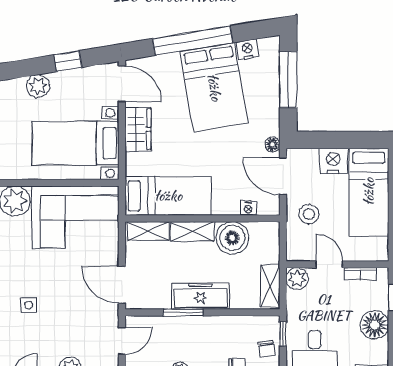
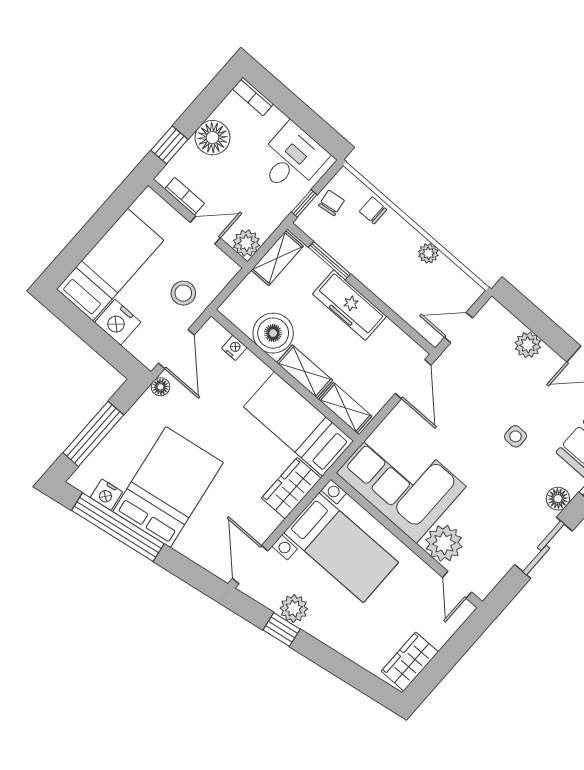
window: (193, 41) -> (118, 527), moved
plant: (38, 86) -> (294, 609), moved
wardrobe: (138, 129) -> (291, 488), moved
door: (329, 264) -> (205, 230), swing flipped
window: (183, 313) -> (329, 261), moved

